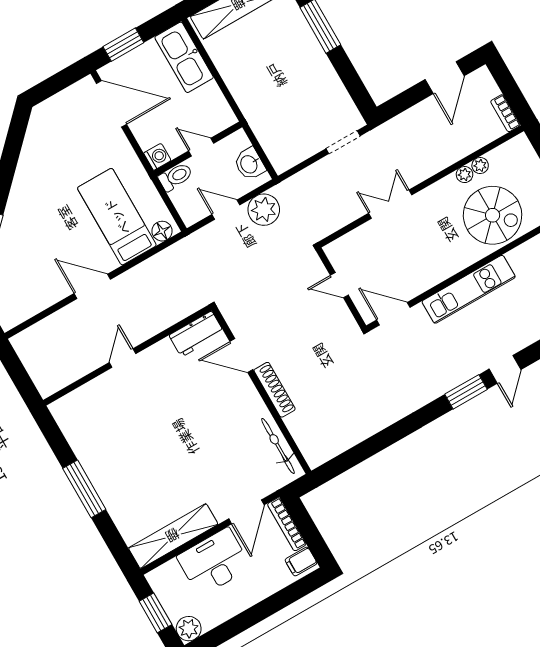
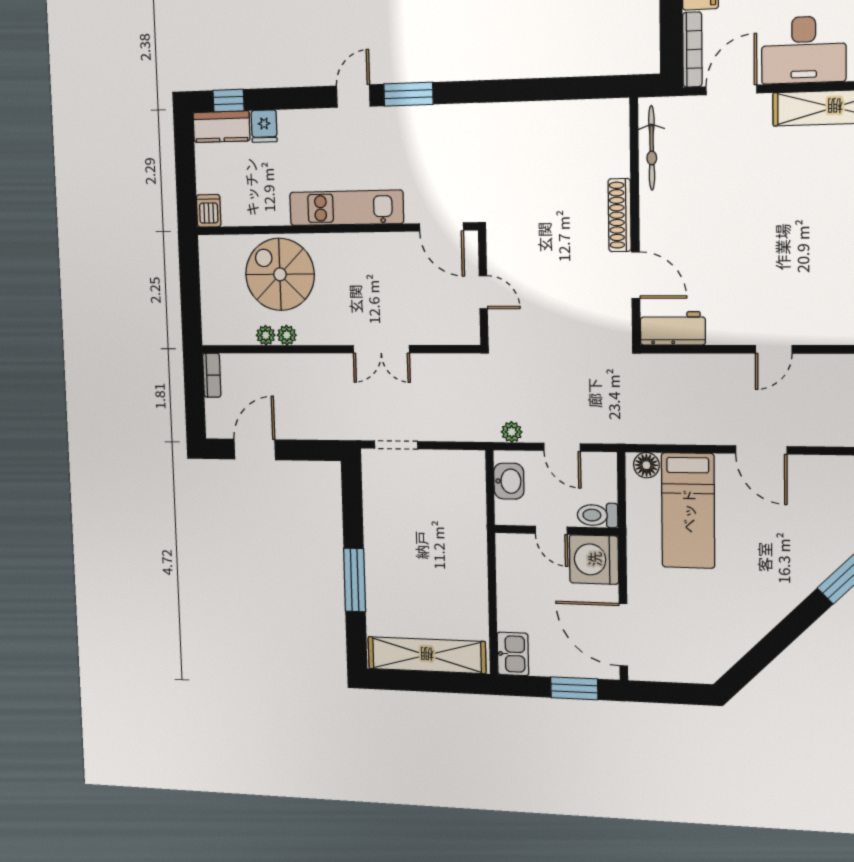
kitchen sink: (184, 57) -> (513, 654), width x0.53, depth x0.81
washing machine: (157, 157) -> (594, 559), width x1.89, depth x1.89
plant: (264, 210) -> (512, 432), width x0.53, depth x0.53

